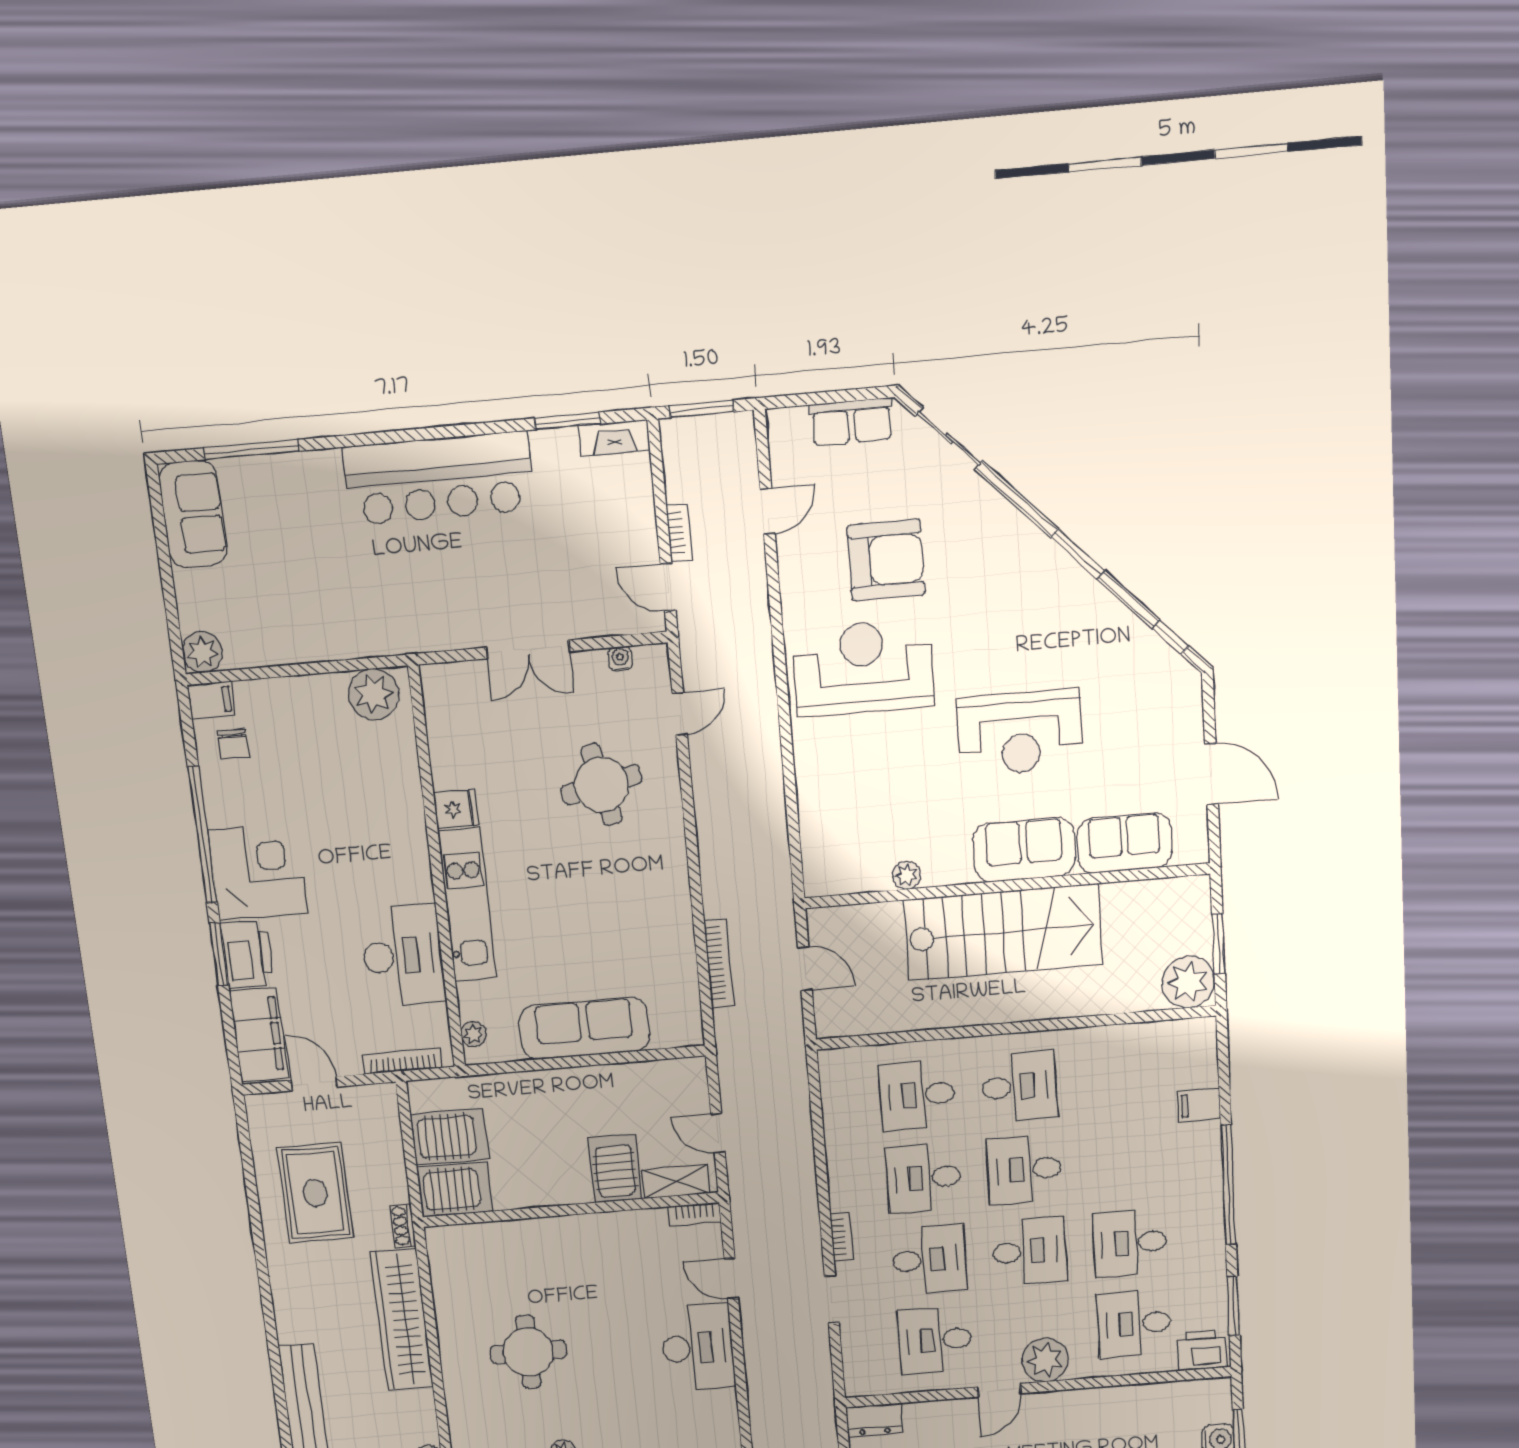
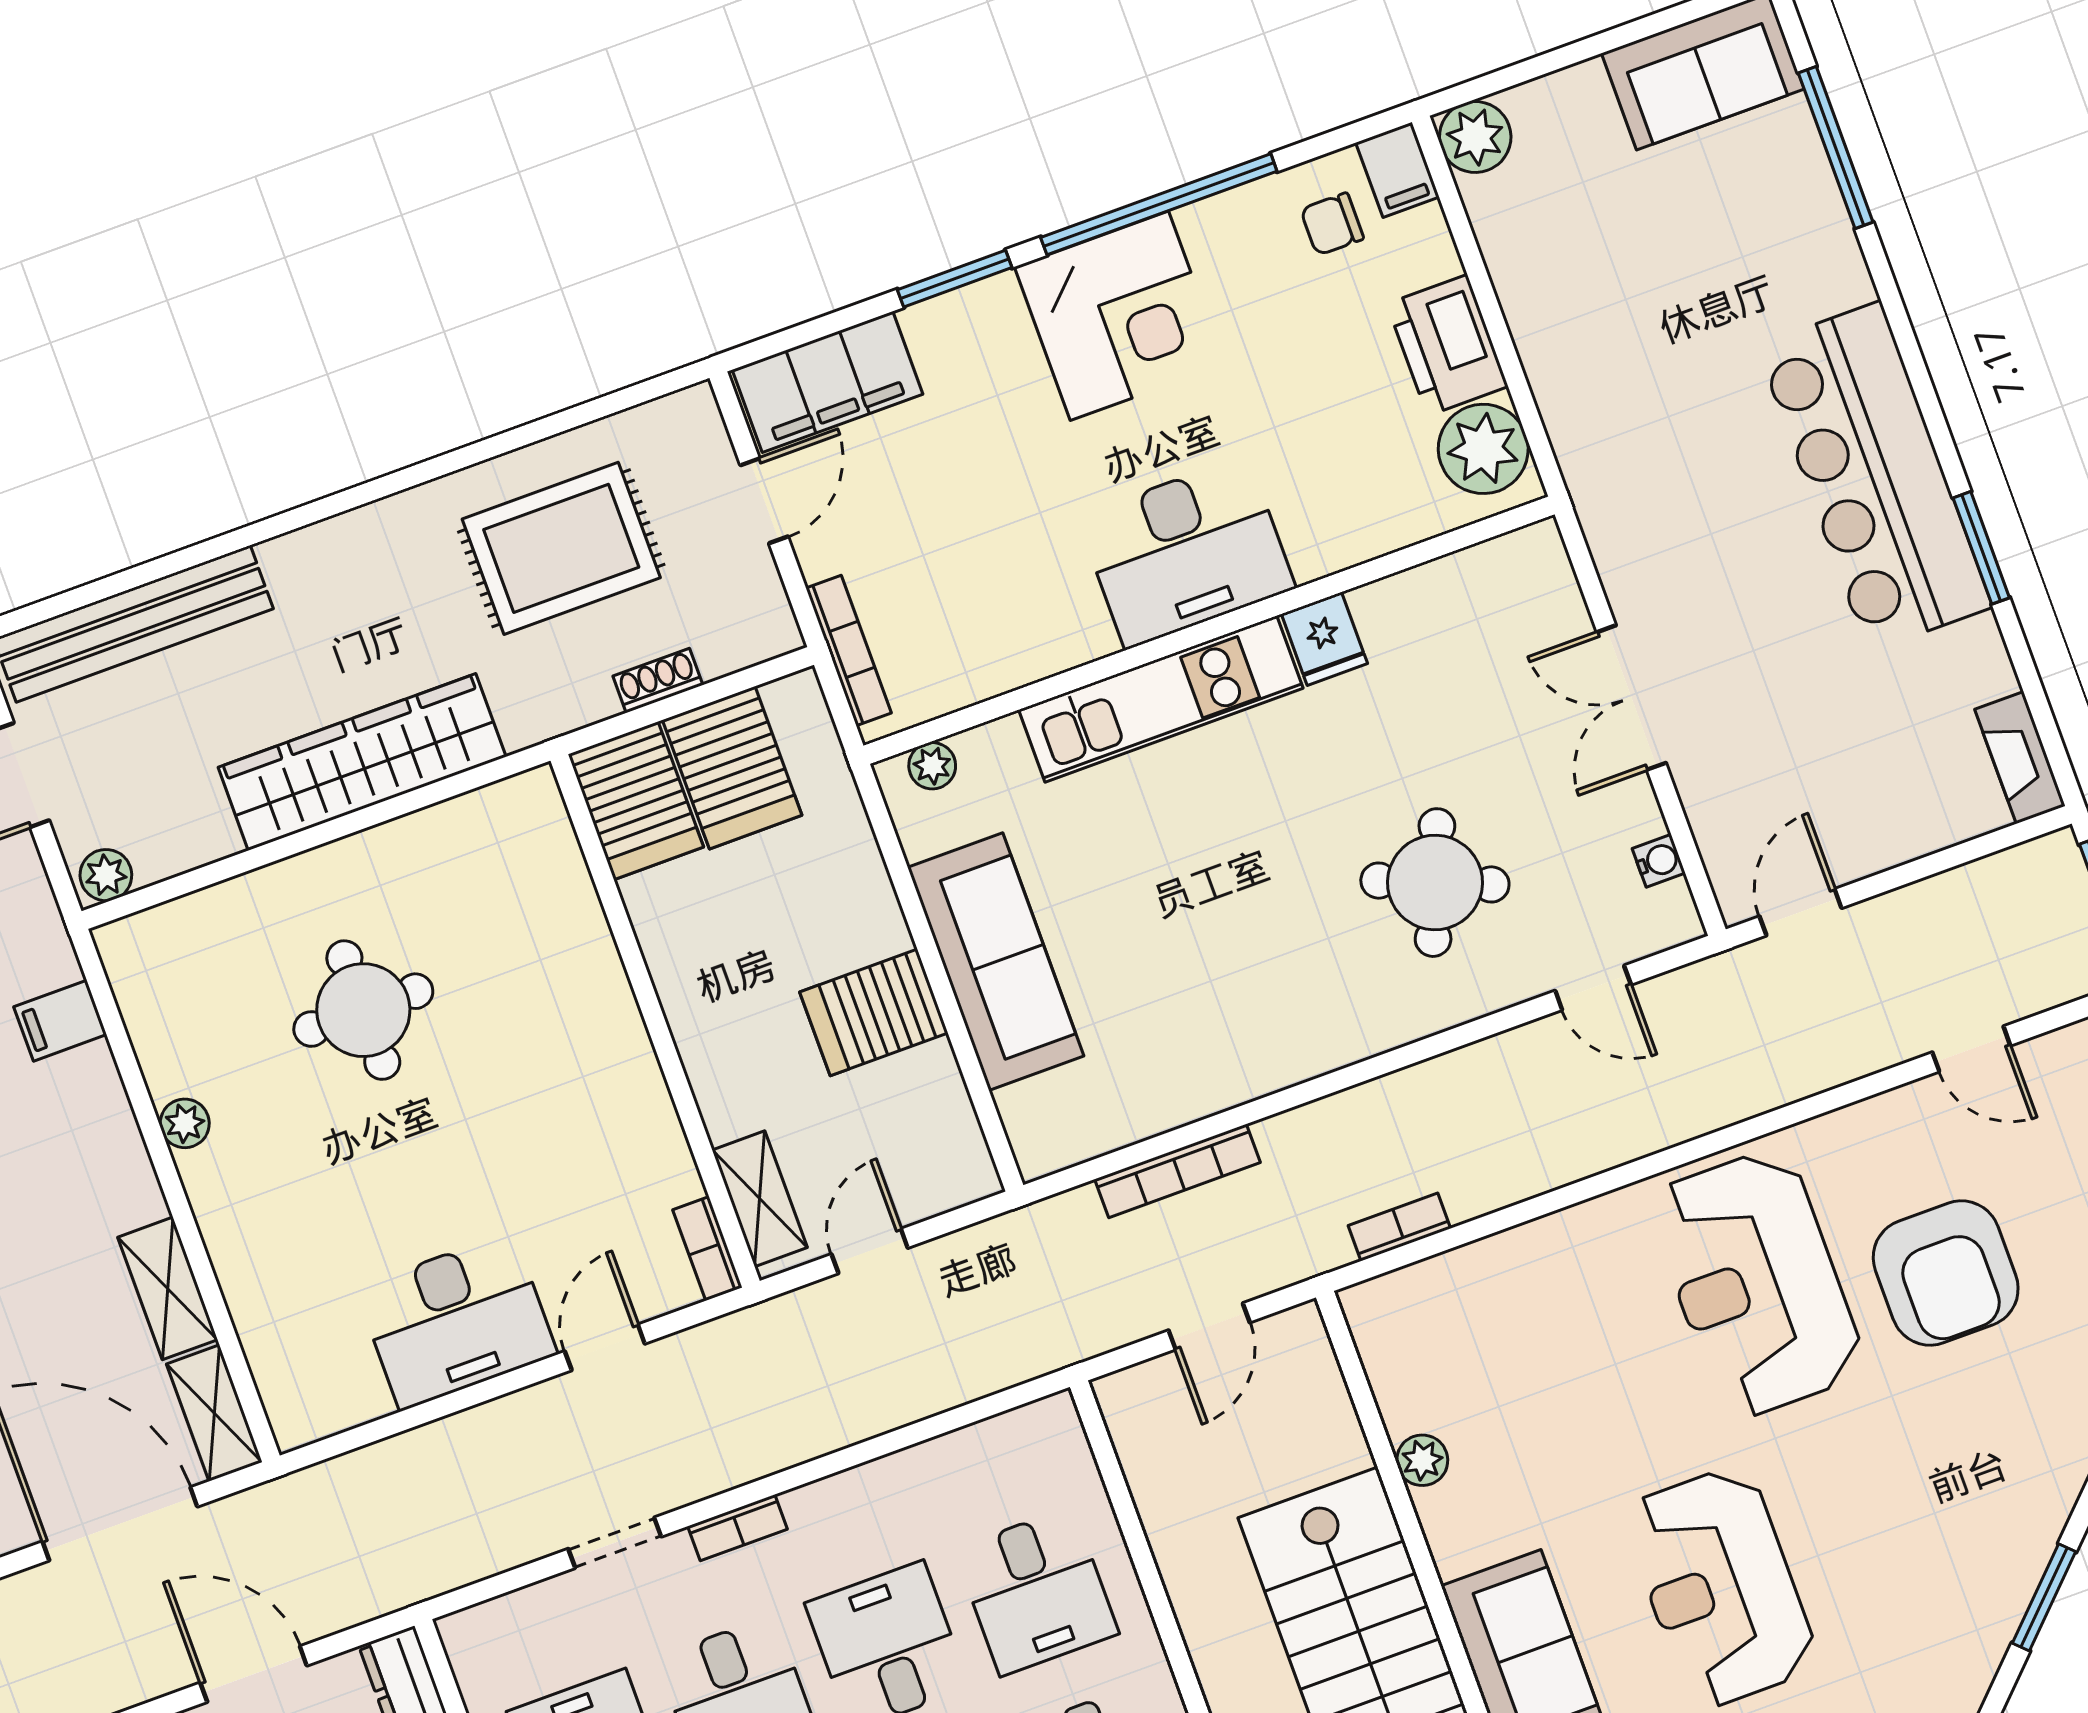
window: (567, 421) -> (1981, 548), moved
bookcase: (679, 533) -> (1399, 1227), moved, turned 180
reception desk: (863, 668) -> (1756, 1284), turned 180
round table: (601, 785) -> (1435, 883), turned 34
printer: (247, 954) -> (1447, 345), moved, turned 90
desk: (403, 956) -> (1186, 552), moved
desk: (917, 1095) -> (1036, 1591), turned 180
server rack: (615, 1168) -> (874, 1012), moved, turned 180
shoe rack: (403, 1226) -> (658, 681), moved

